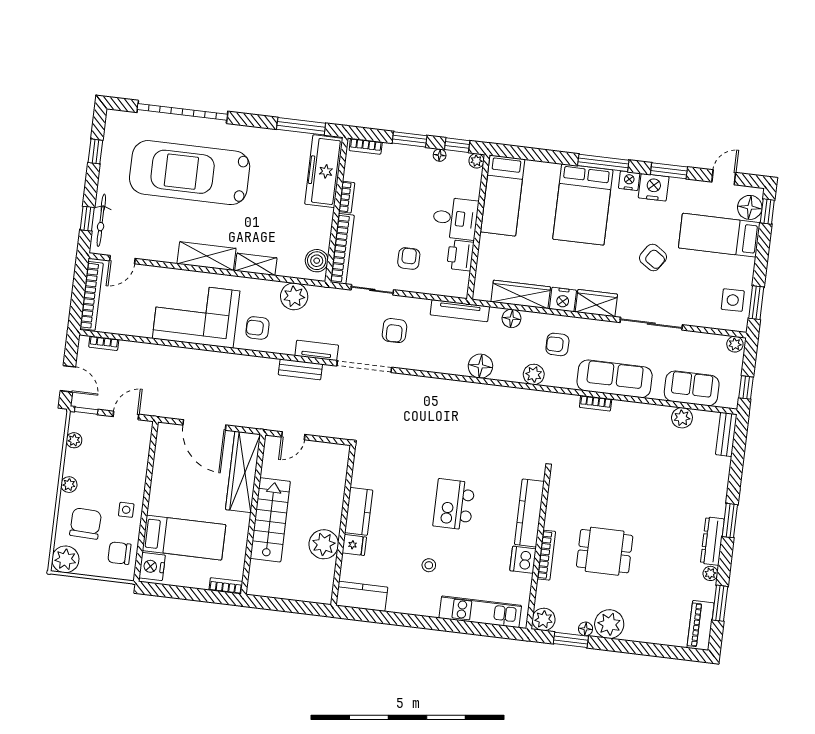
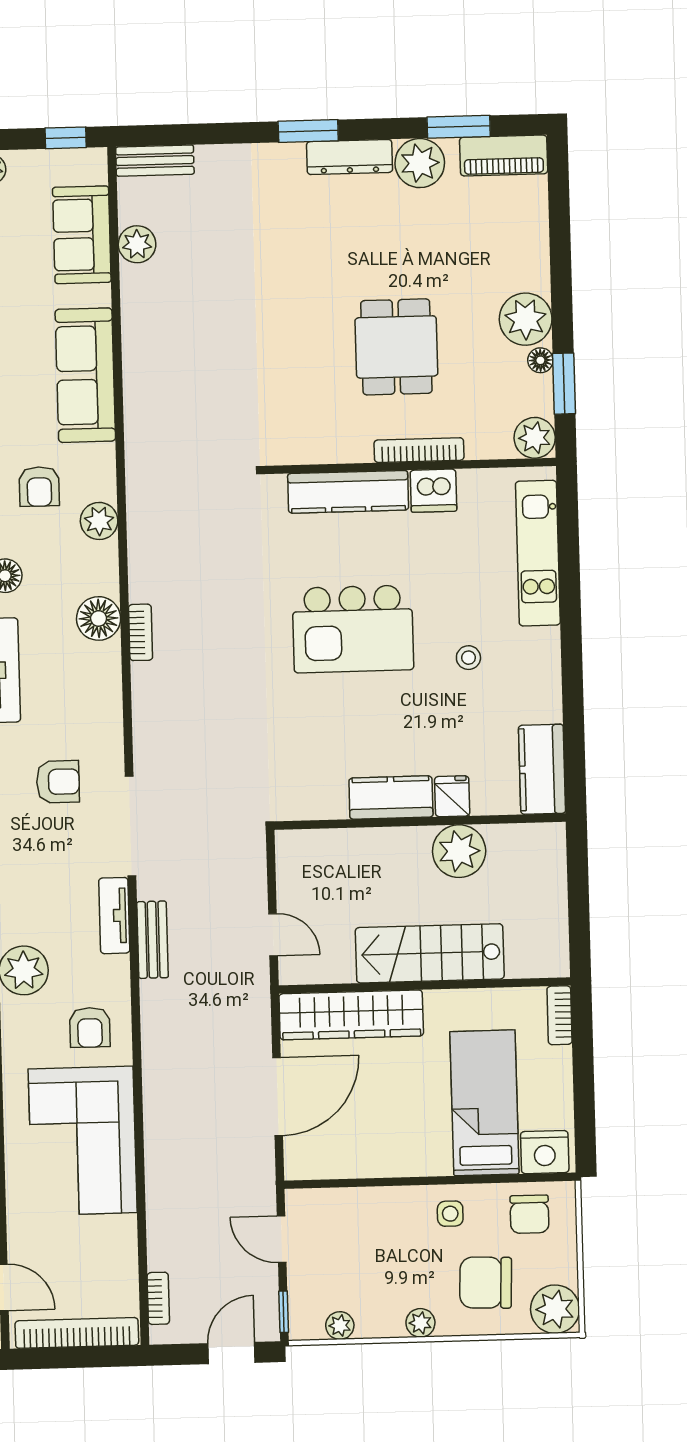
bookcase: (596, 403) -> (141, 632), moved
kitchen island: (454, 504) -> (353, 629), width x1.37, depth x1.28
plant: (710, 573) -> (420, 163), width x1.87, depth x1.87

